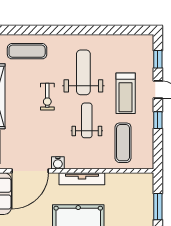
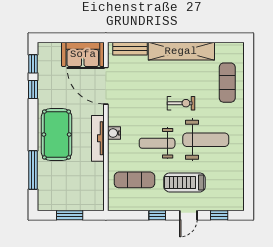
exercise bike: (47, 97) -> (181, 103), turned 180
weight bench: (87, 120) -> (157, 143), turned 180
water cooler: (58, 163) -> (114, 133), moved

